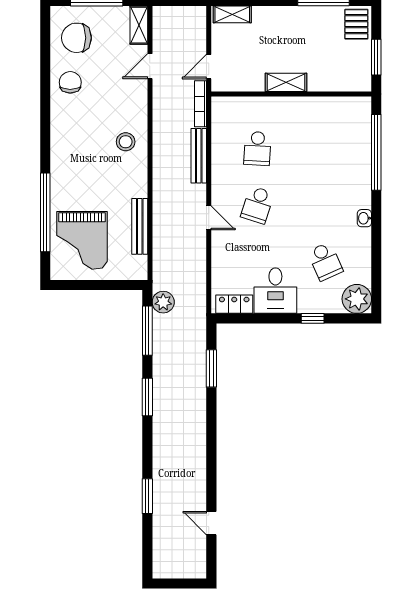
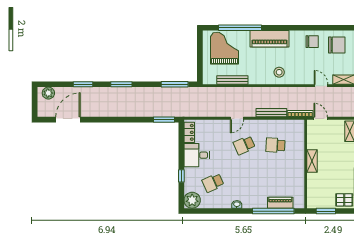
chair: (76, 38) -> (337, 45), turned 90
piano: (361, 140) -> (280, 203), added
piano: (65, 159) -> (269, 39), added
school desk: (257, 205) -> (244, 145), turned -42
grand piano: (82, 240) -> (225, 48), turned 90
plant: (163, 302) -> (48, 93), moved
window: (211, 368) -> (164, 120), moved
window: (147, 397) -> (121, 84), moved
door: (211, 523) -> (68, 120), width x1.88

